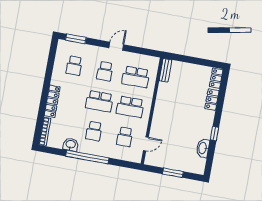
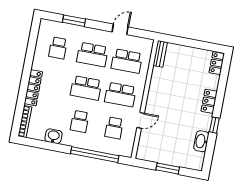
window: (76, 39) -> (74, 21), moved
door: (116, 46) -> (120, 29), moved
school desk: (105, 71) -> (92, 55), width x1.85
locker: (212, 100) -> (209, 101), moved
door: (146, 144) -> (141, 120), moved
window: (87, 157) -> (95, 155), moved

